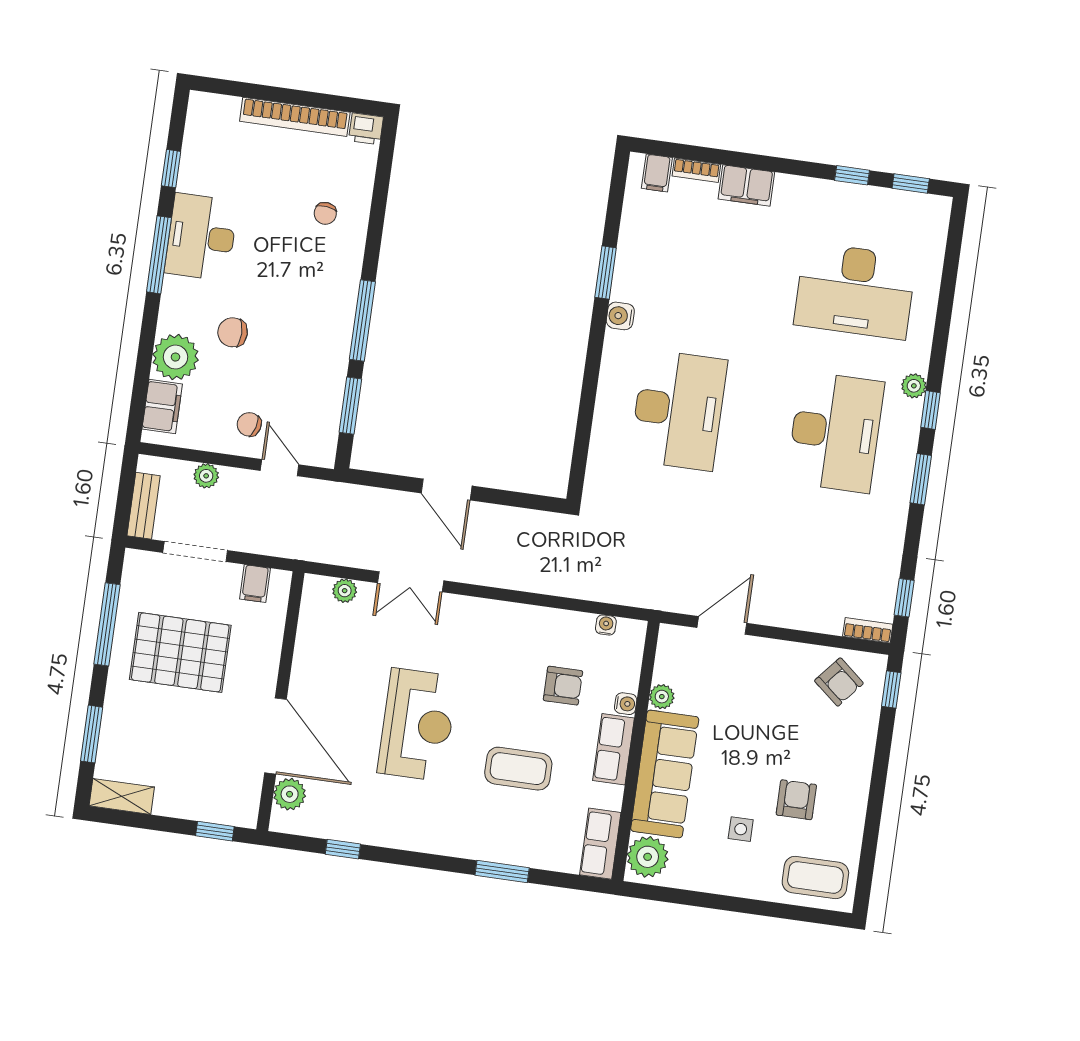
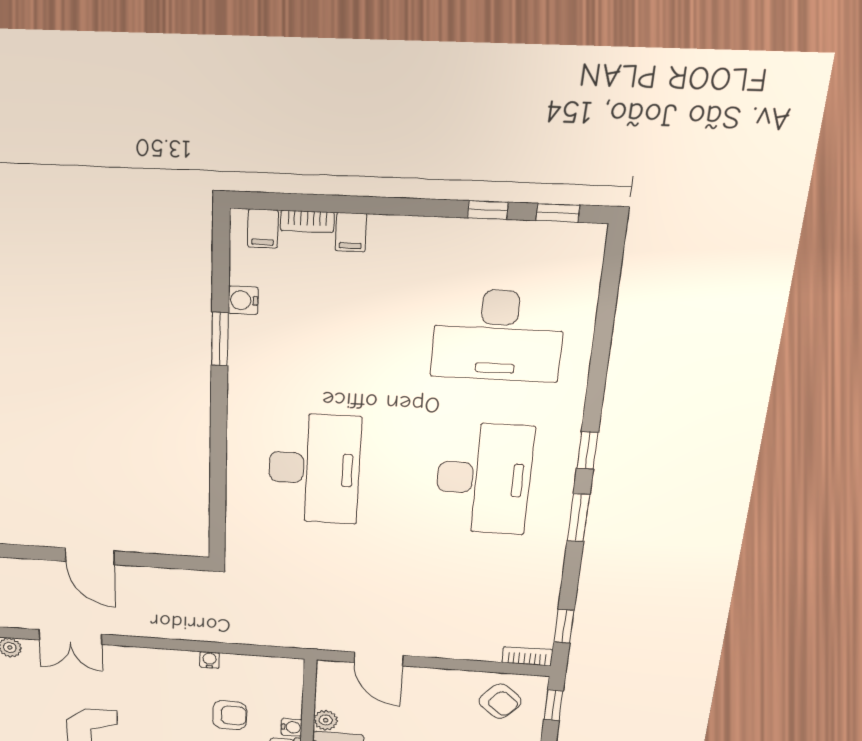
filing cabinet: (746, 185) -> (351, 232), width x0.50
water cooler: (620, 316) -> (243, 300), moved
plant: (914, 386) -> (568, 428), removed
water cooler: (606, 625) -> (210, 660), moved
door: (722, 625) -> (379, 659), swing flipped

